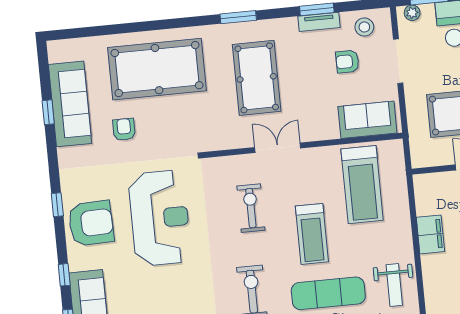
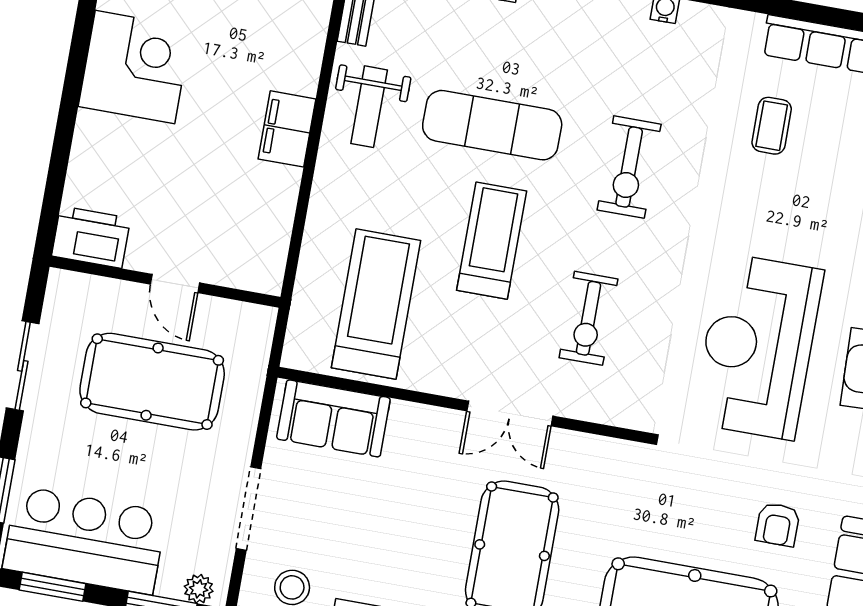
armchair: (347, 62) -> (340, 534), removed
filing cabinet: (430, 234) -> (287, 129), moved
weight bench: (394, 285) -> (369, 107), turned 180

